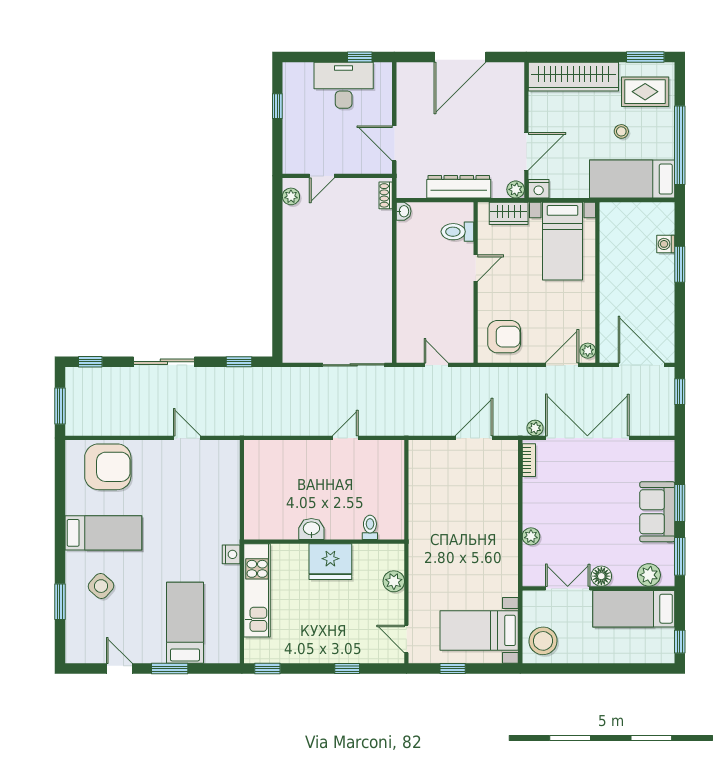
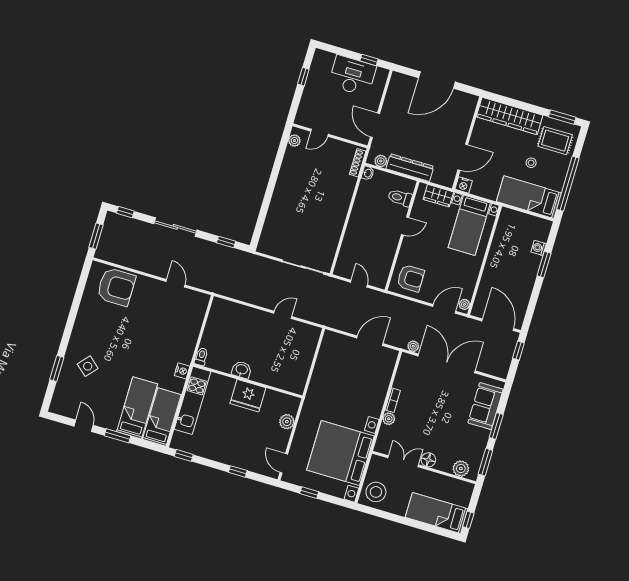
plant: (516, 189) -> (381, 161), moved
shoe rack: (386, 195) -> (358, 163), width x1.43
bookcase: (529, 460) -> (393, 400), moved
sofa: (657, 512) -> (486, 406), moved
toilet: (370, 527) -> (201, 357), moved
bed: (103, 533) -> (162, 417), moved, turned -90
bed: (634, 609) -> (437, 513), moved
bed with nightstands: (479, 630) -> (340, 453), width x1.85

